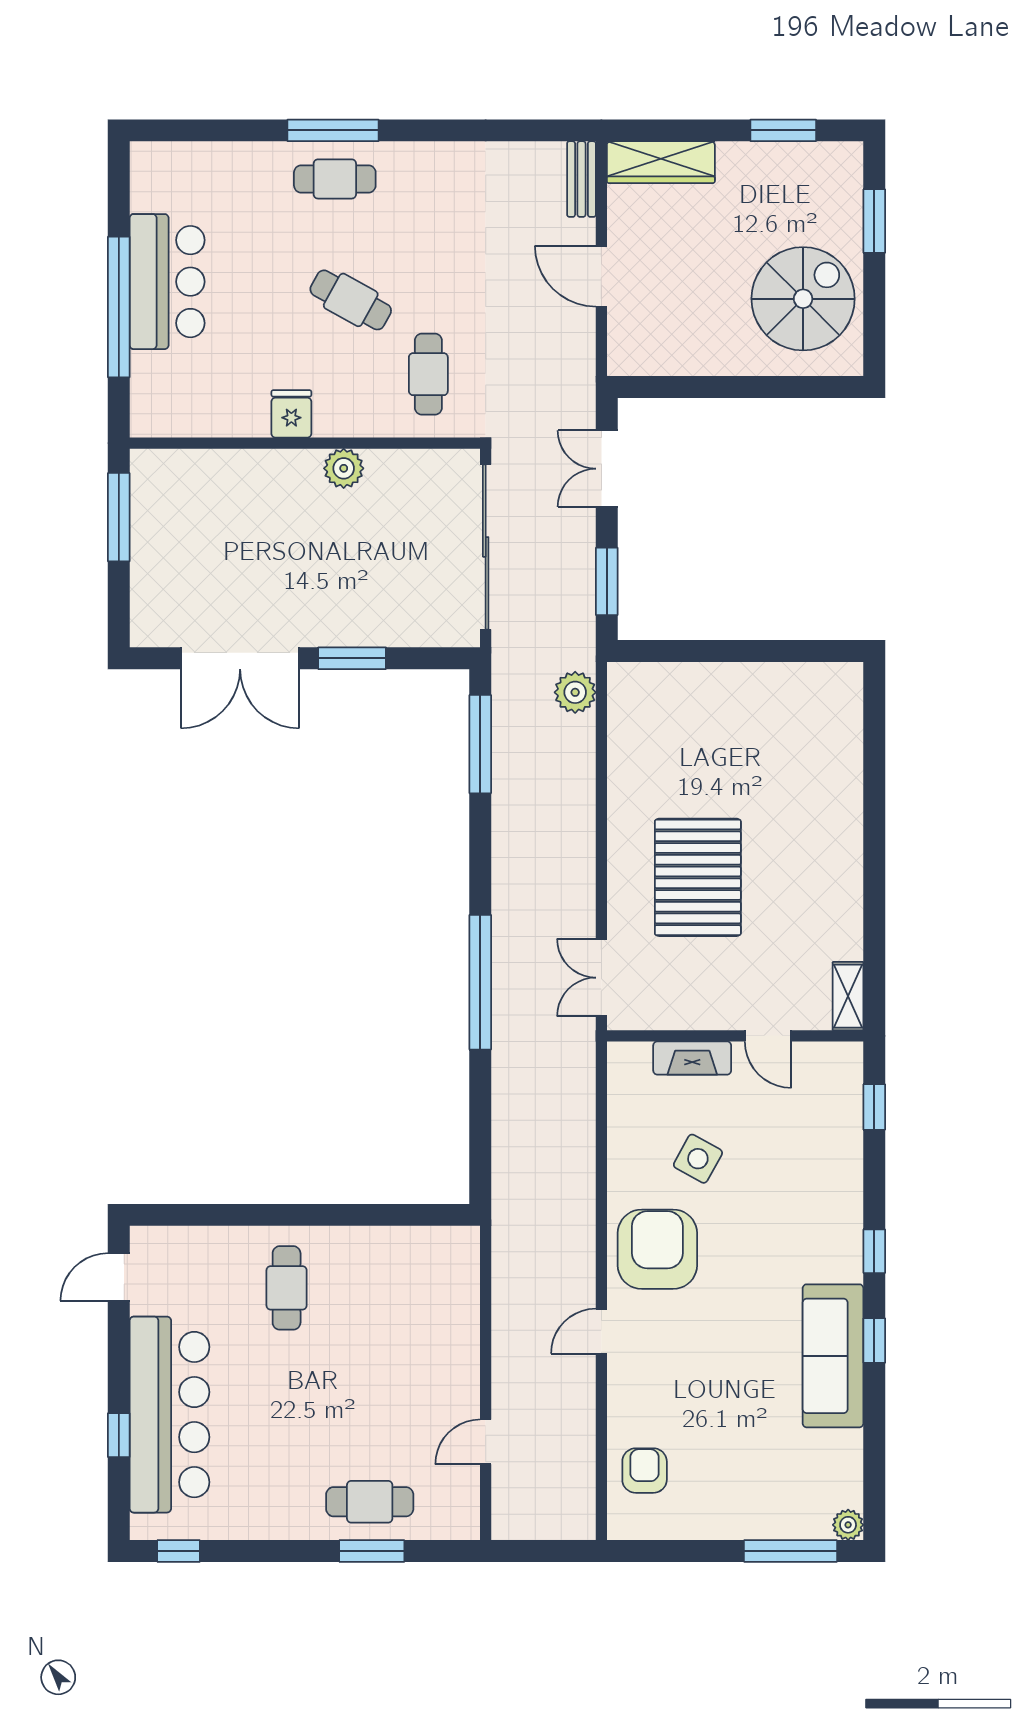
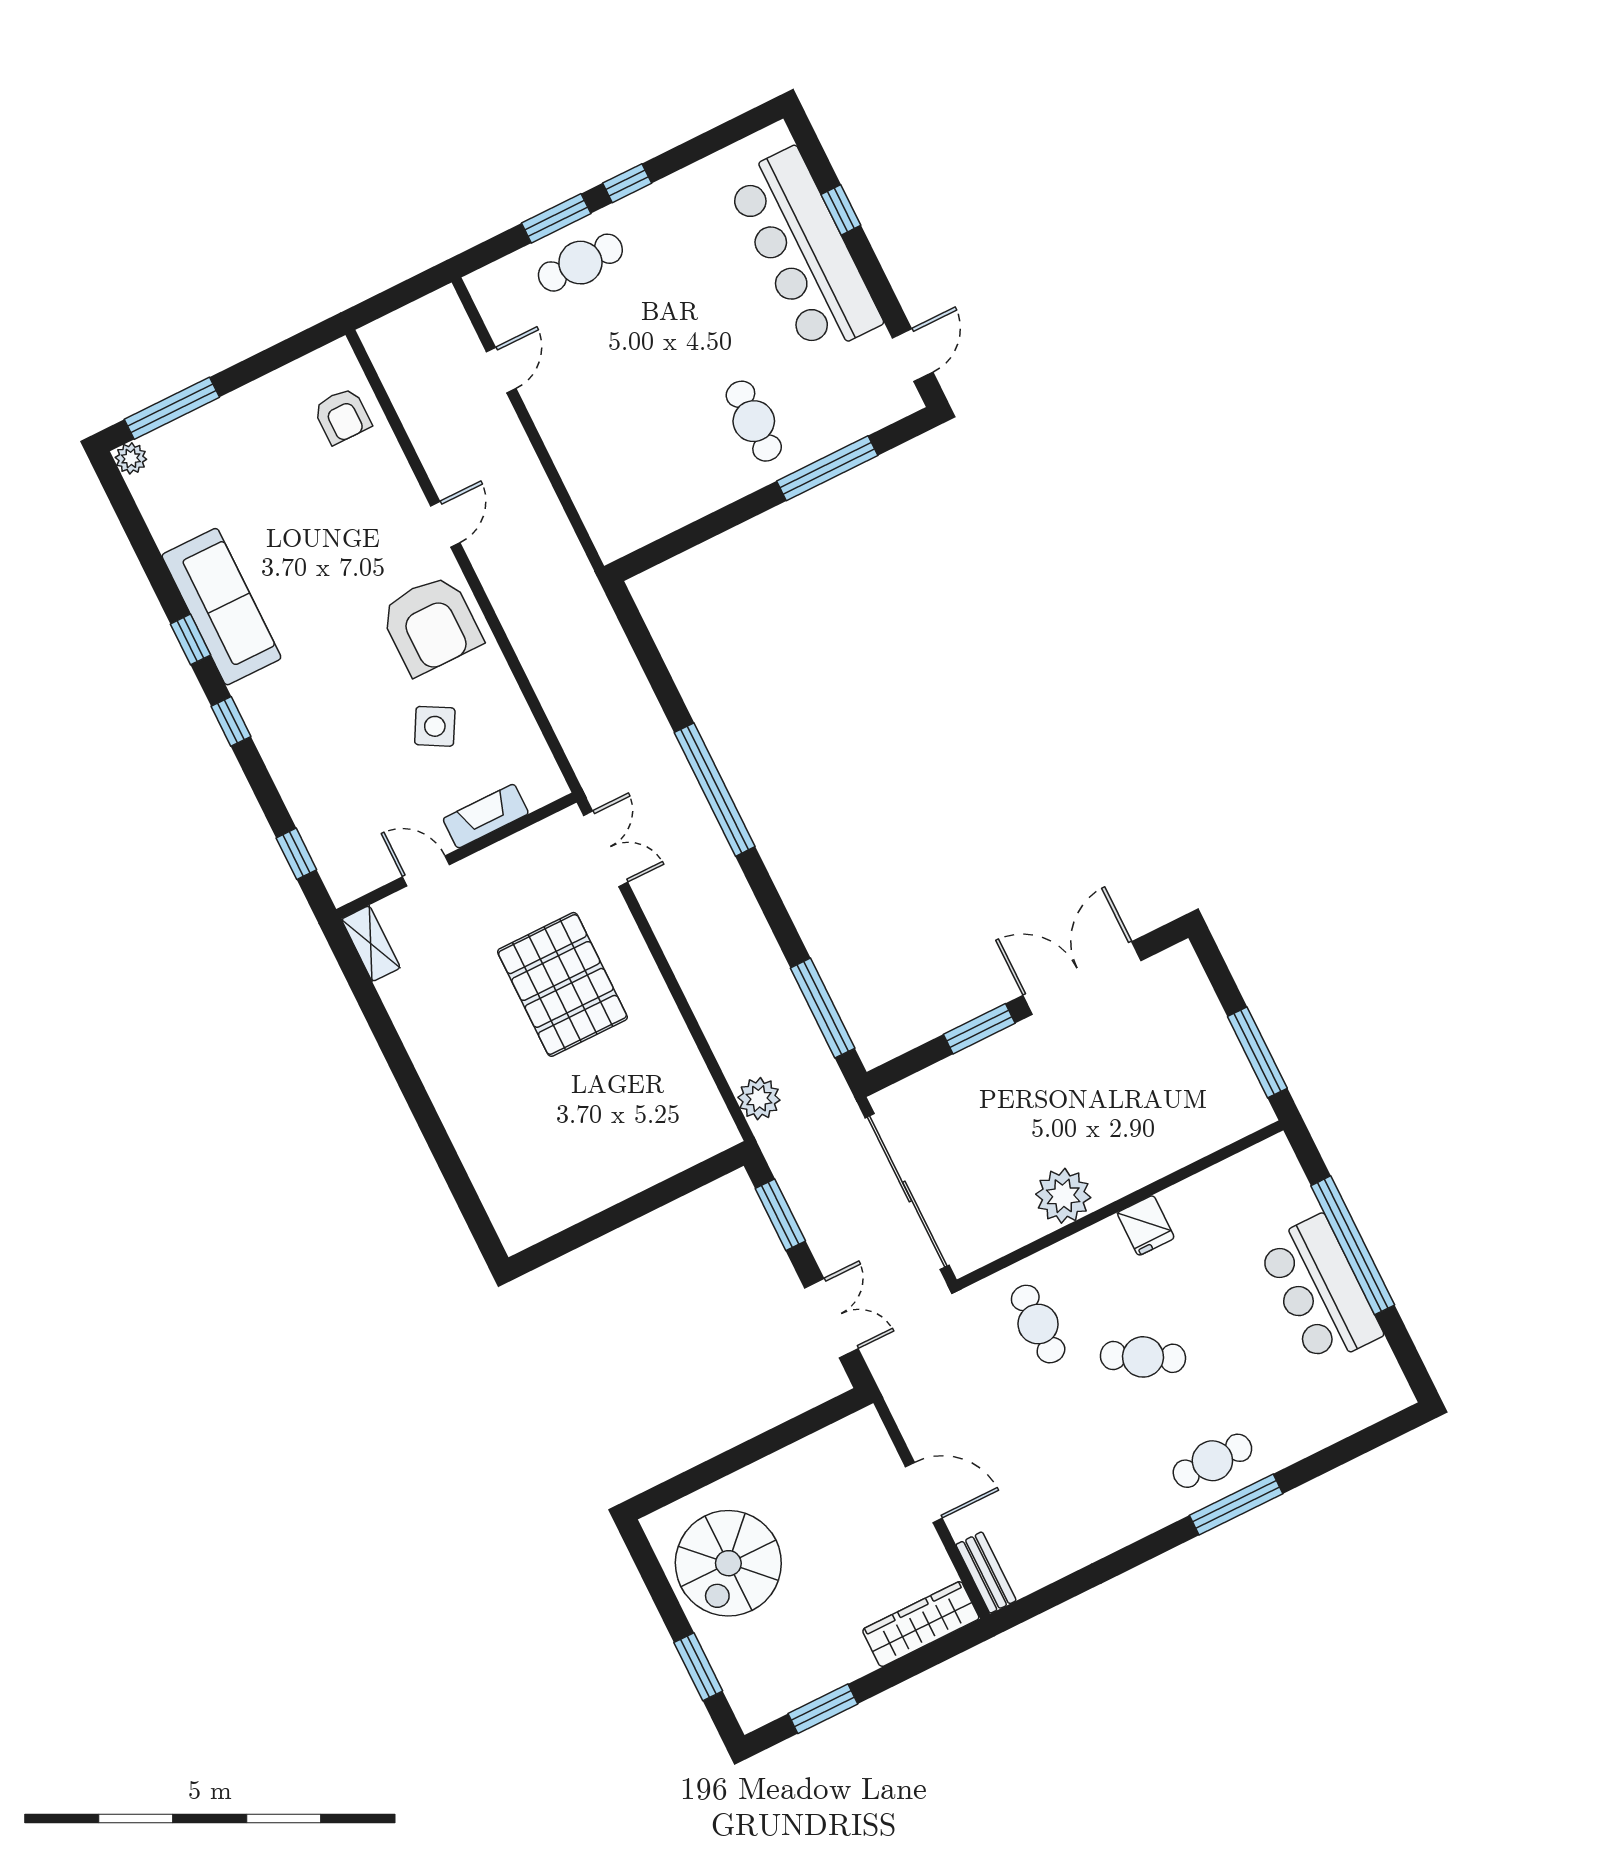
plant: (344, 468) -> (1063, 1196), width x1.36, depth x1.36
window: (243, 1215) -> (827, 468), added
window: (179, 1551) -> (627, 183), moved

